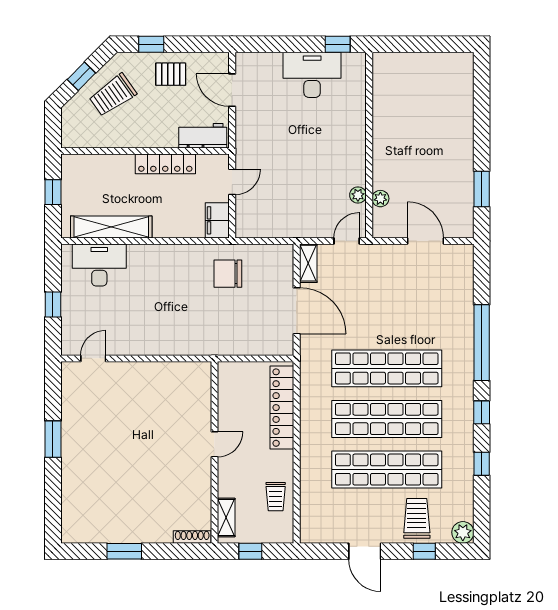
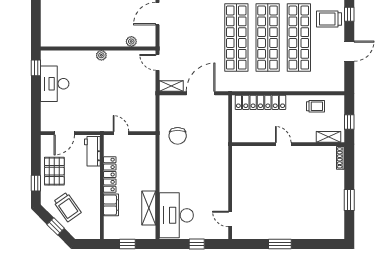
pallet: (171, 74) -> (54, 171), width x1.50, depth x1.42
plant: (358, 195) -> (101, 55), moved
filing cabinet: (217, 220) -> (111, 205), moved, turned -90
shelving: (111, 227) -> (149, 208), width x0.68
desk: (99, 265) -> (176, 215), width x1.36, depth x1.30

